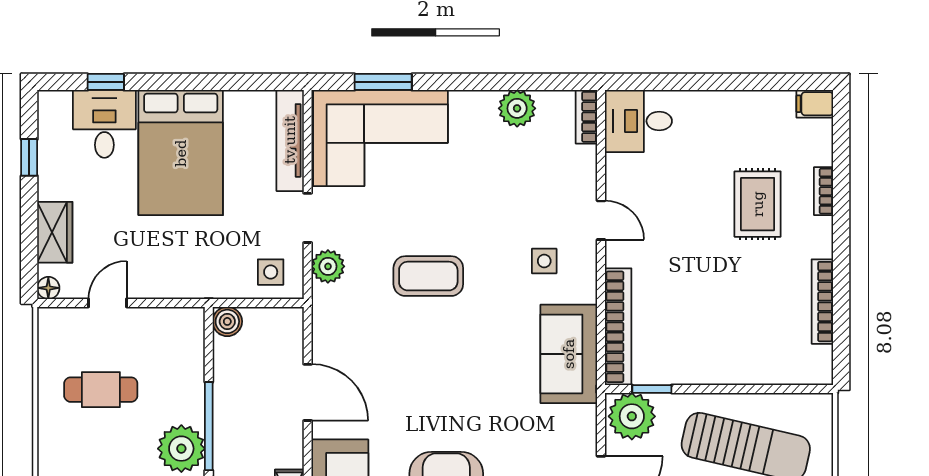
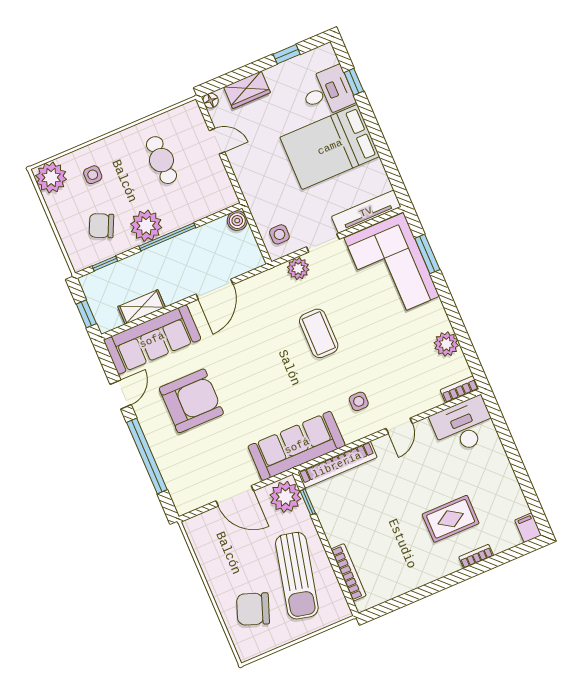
desk: (638, 121) -> (463, 426), width x1.37
bookcase: (822, 302) -> (348, 572), moved, turned 90
sofa: (569, 354) -> (297, 446), width x1.36

